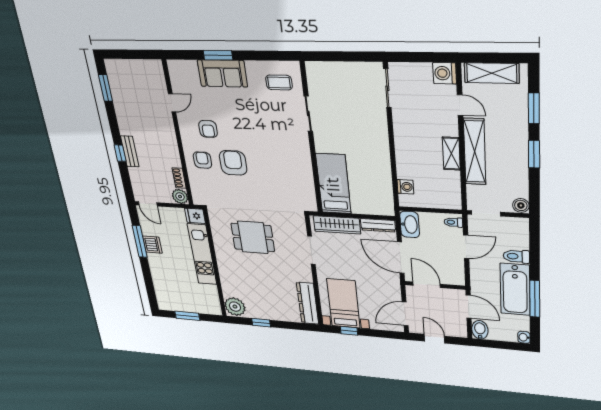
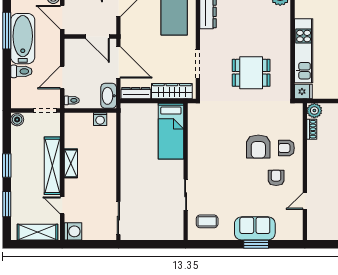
armchair: (202, 160) -> (286, 148), turned 90
washing machine: (405, 187) -> (100, 119), moved, turned -90

